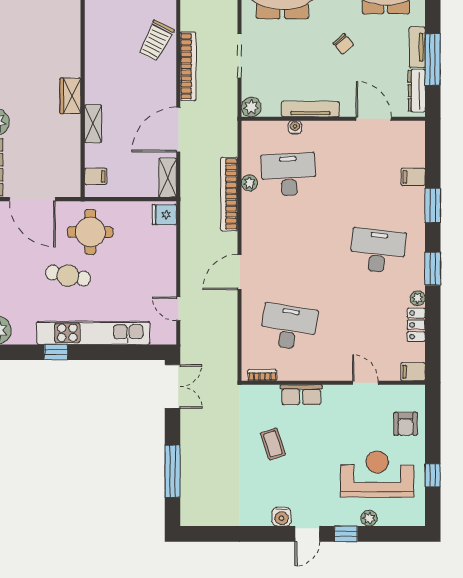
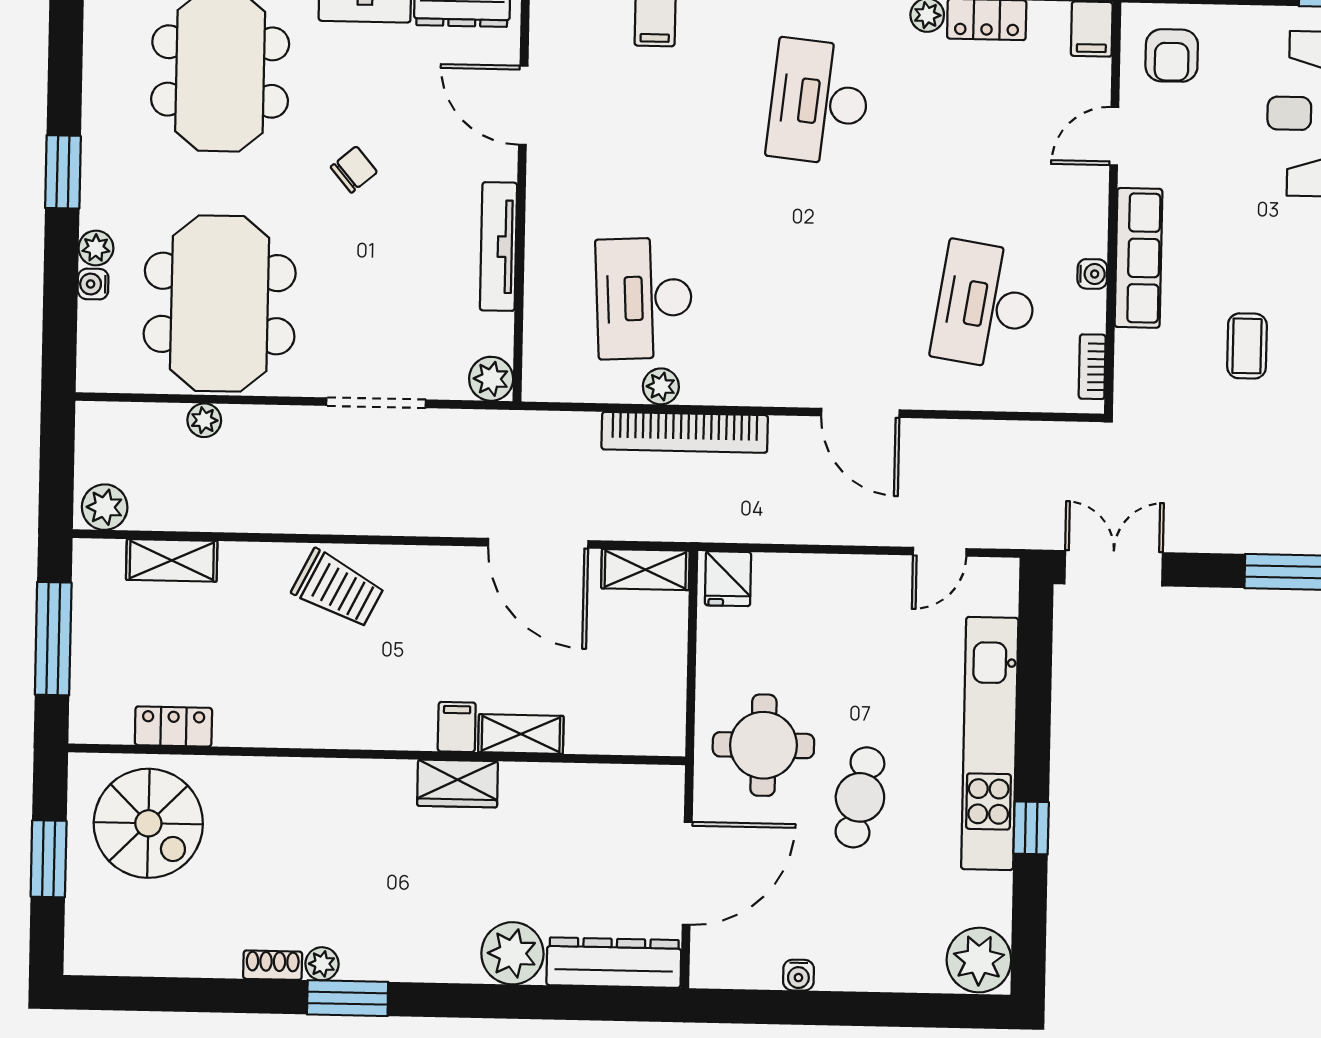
bookcase: (188, 66) -> (397, 519), removed
door: (374, 119) -> (523, 105), hinge flipped
water cooler: (295, 127) -> (1092, 274), moved, turned 180
filing cabinet: (96, 176) -> (457, 727), moved
row of seats: (301, 395) -> (1138, 258), width x1.48
armchair: (406, 424) -> (1172, 55), moved, turned 90
coffee table: (273, 444) -> (1247, 346), turned -72

